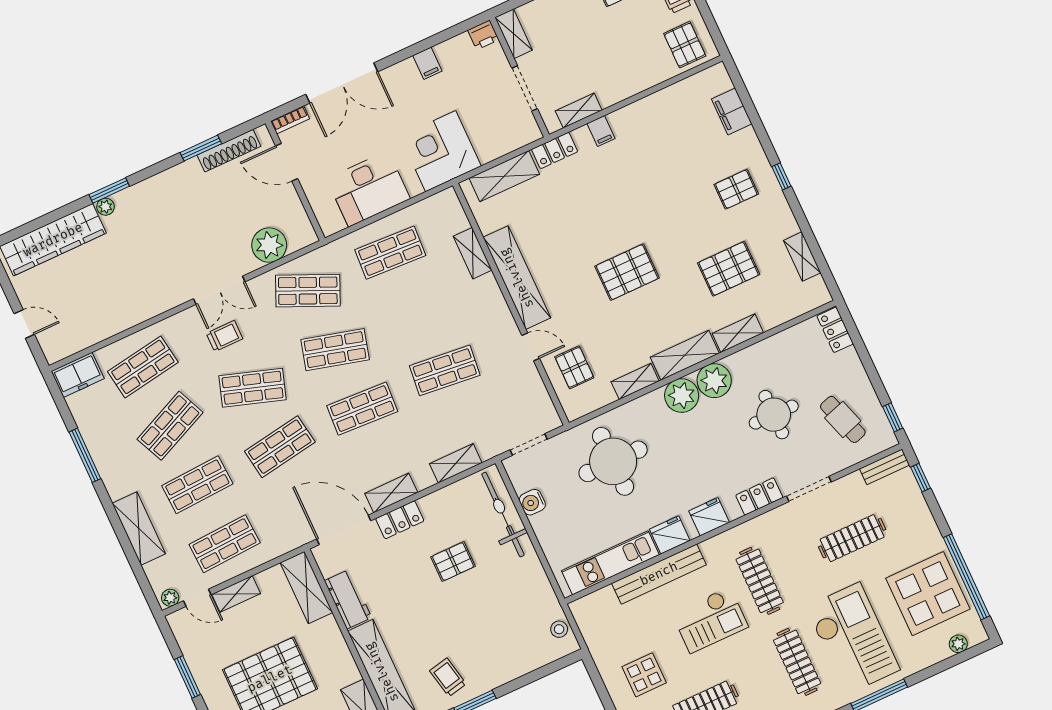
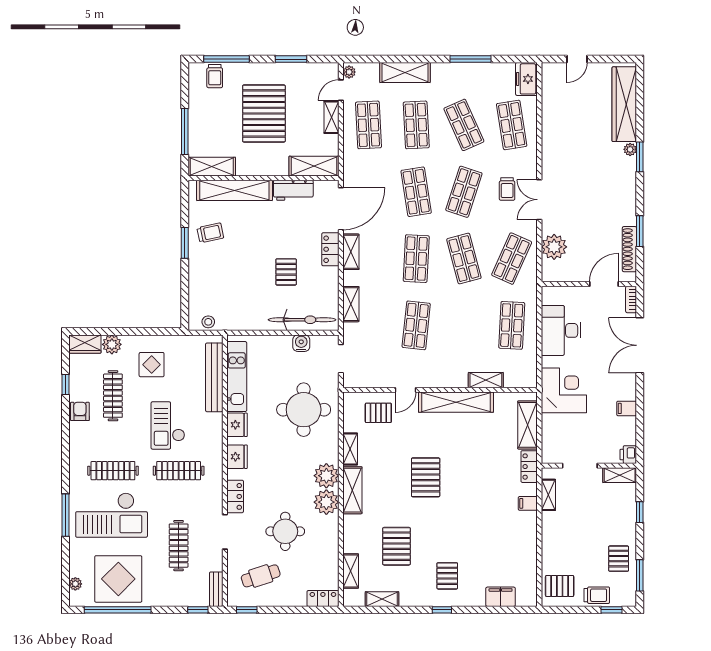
shelving: (738, 333) -> (351, 571), moved
shop shelf: (335, 350) -> (464, 259), turned -30
bench: (659, 574) -> (214, 377), moved

